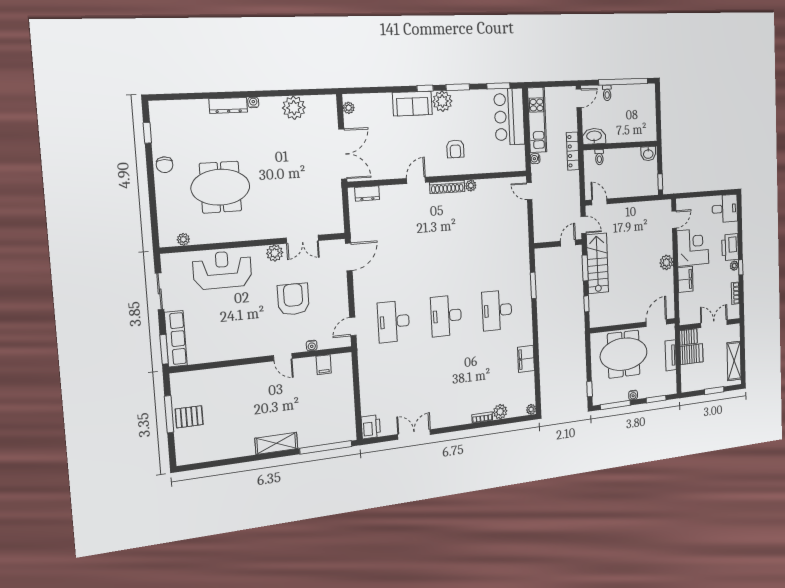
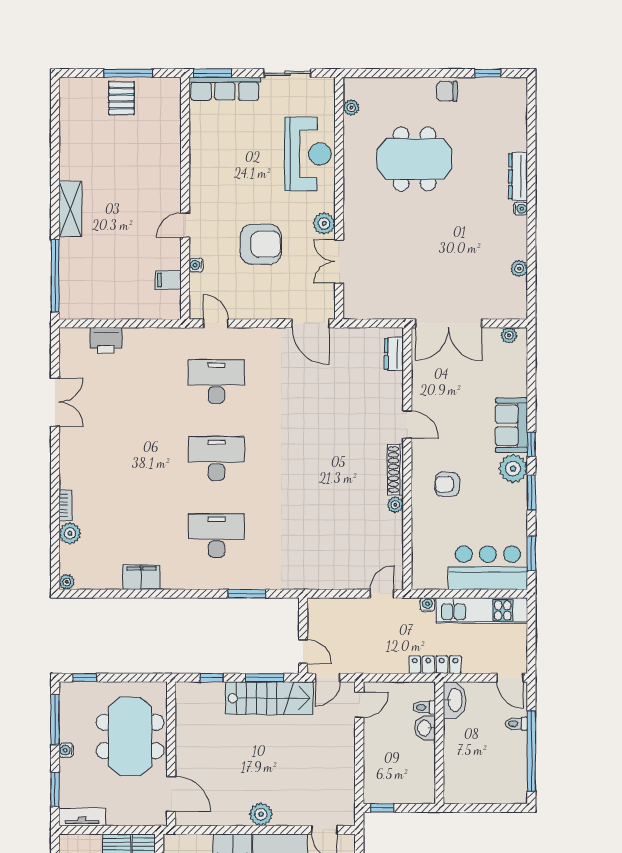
plant: (294, 108) -> (519, 269), width x0.53, depth x0.53
washbasin: (648, 154) -> (425, 728), moved
meeting table: (220, 187) -> (414, 159), turned 90
tv unit: (671, 355) -> (82, 817), moved
printer: (371, 427) -> (106, 340), moved

